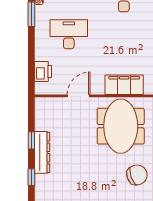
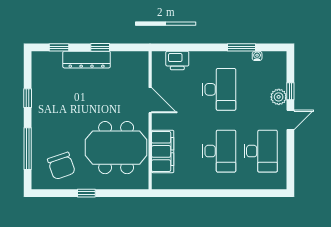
desk: (124, 34) -> (219, 151), added

